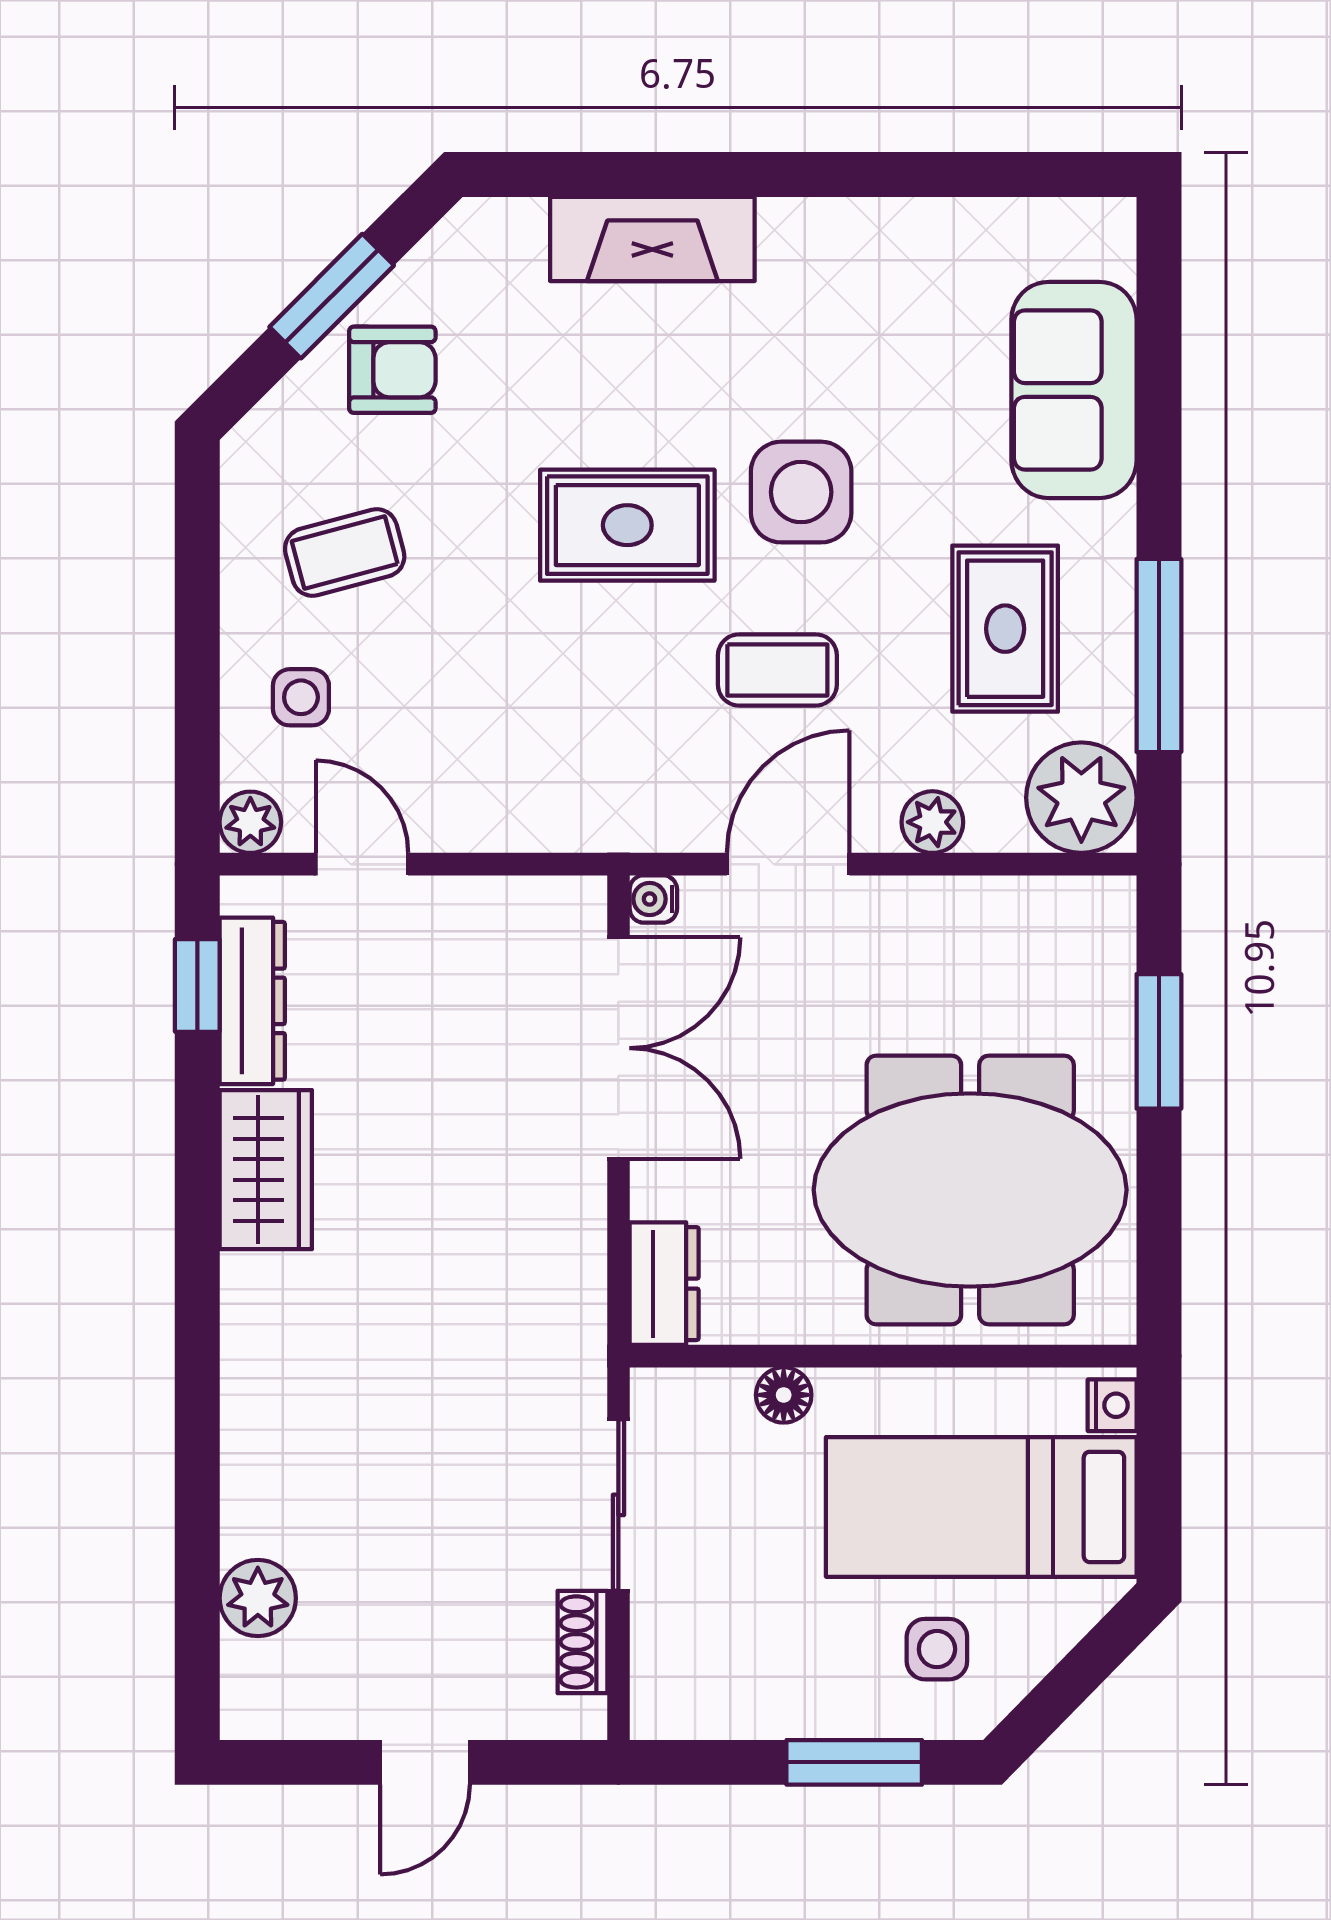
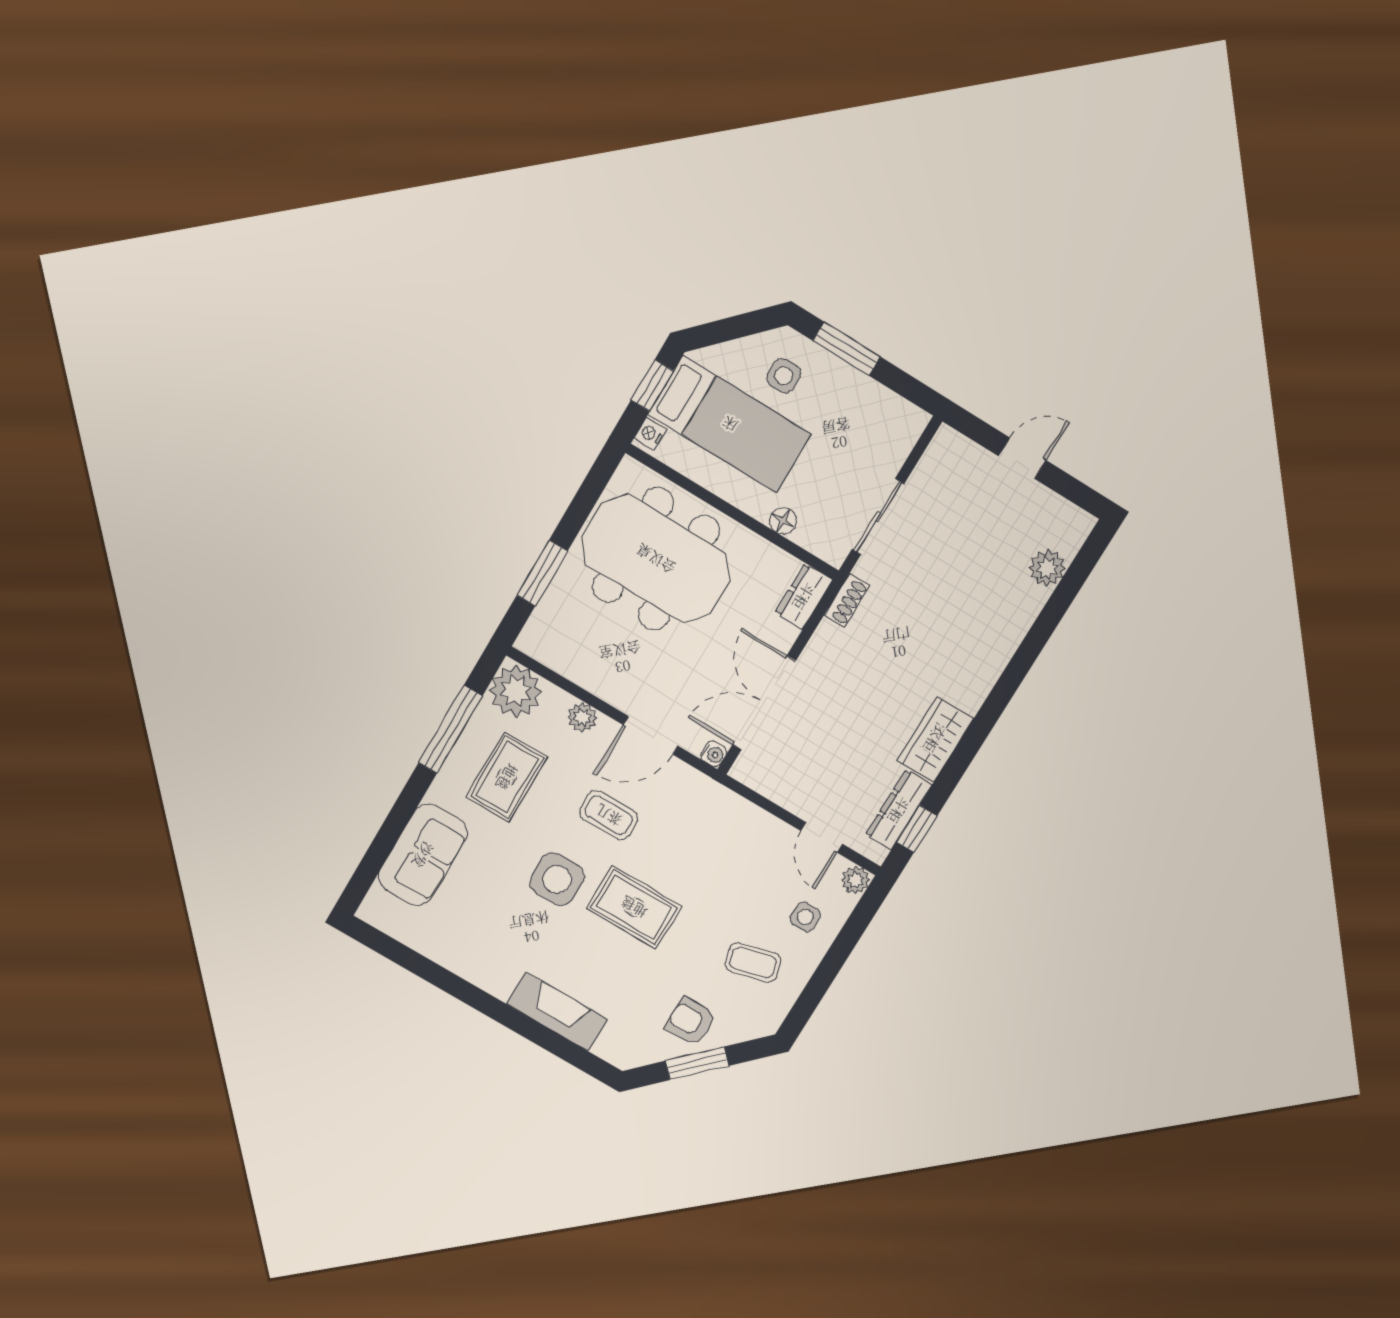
window: (1159, 1492) -> (652, 385), added
shoe rack: (582, 1642) -> (847, 600), moved

